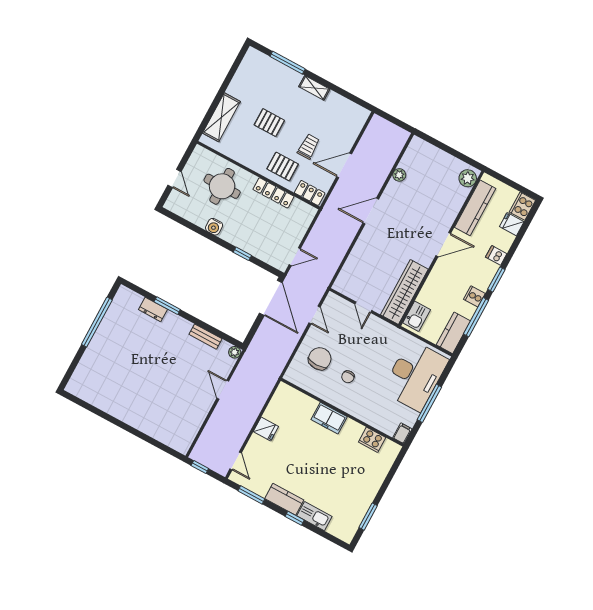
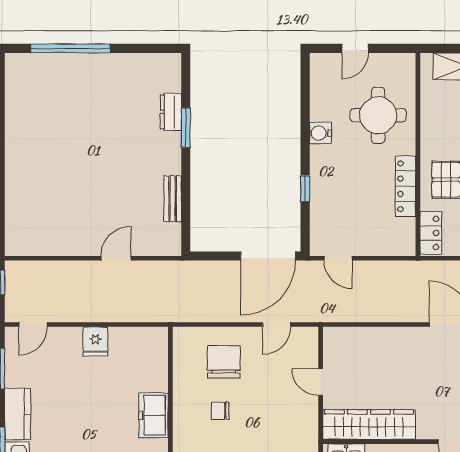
door: (363, 307) -> (321, 382), hinge flipped
window: (97, 322) -> (70, 48), moved
plant: (235, 352) -> (173, 247), removed
chair: (320, 359) -> (224, 362), turned -90

